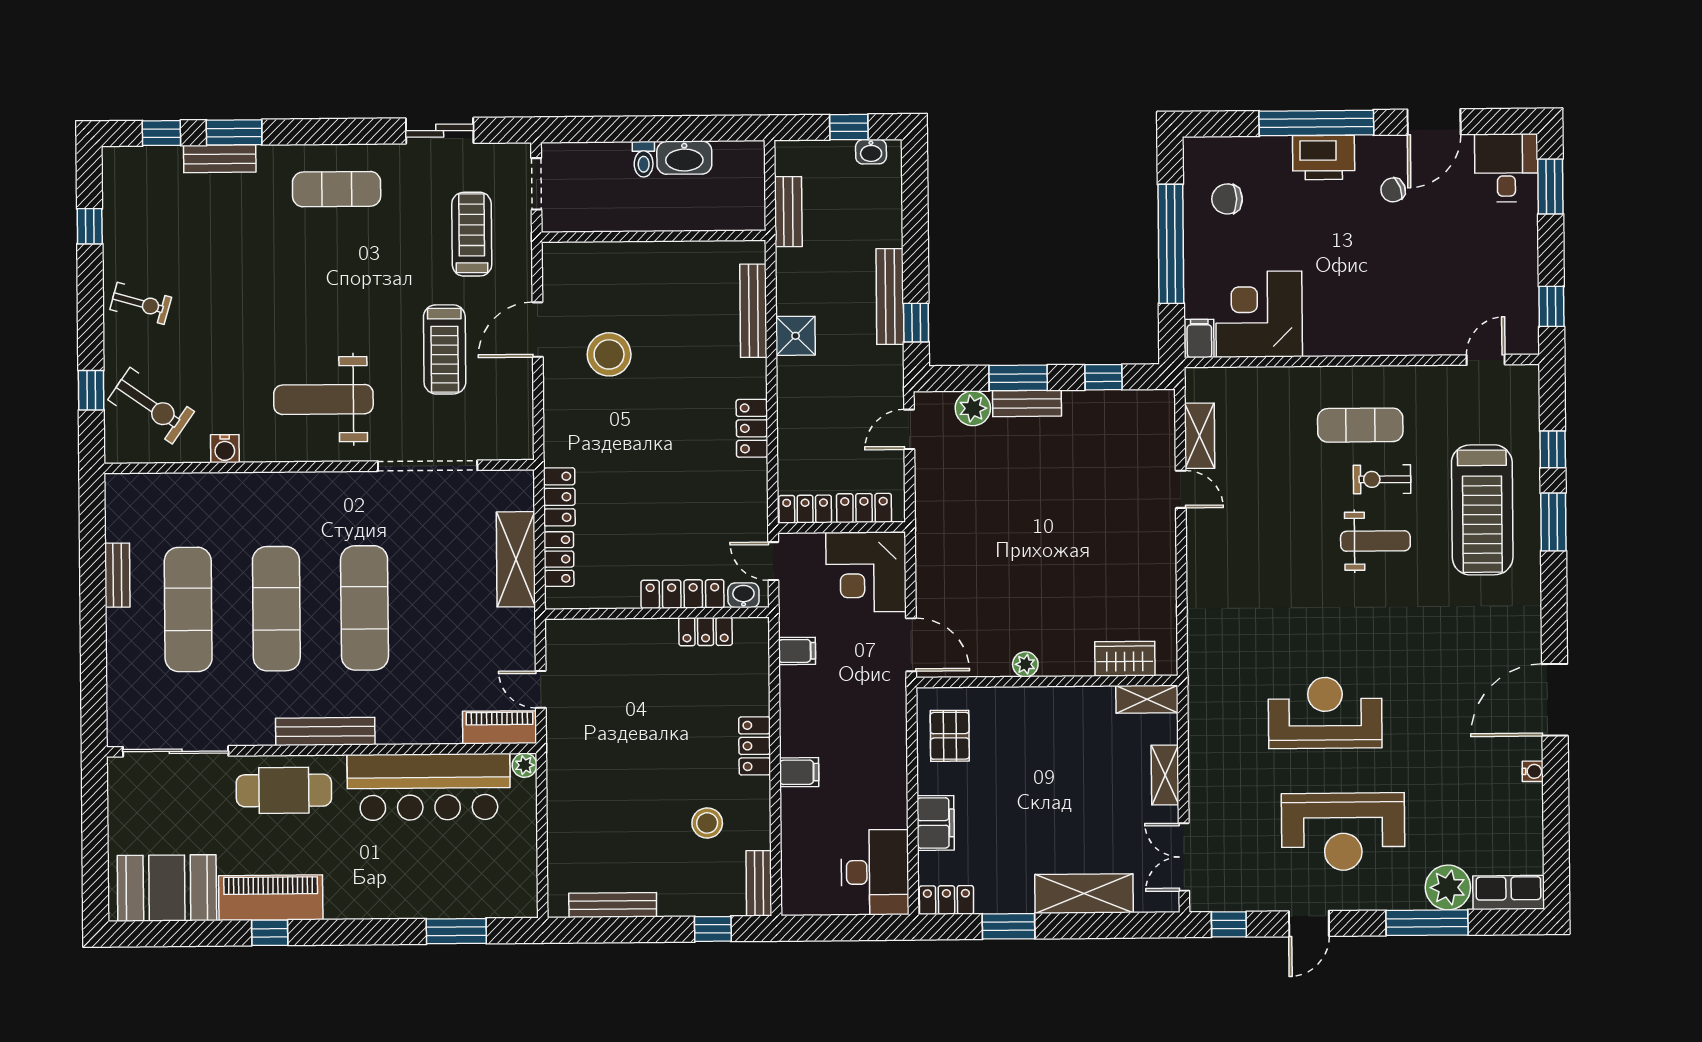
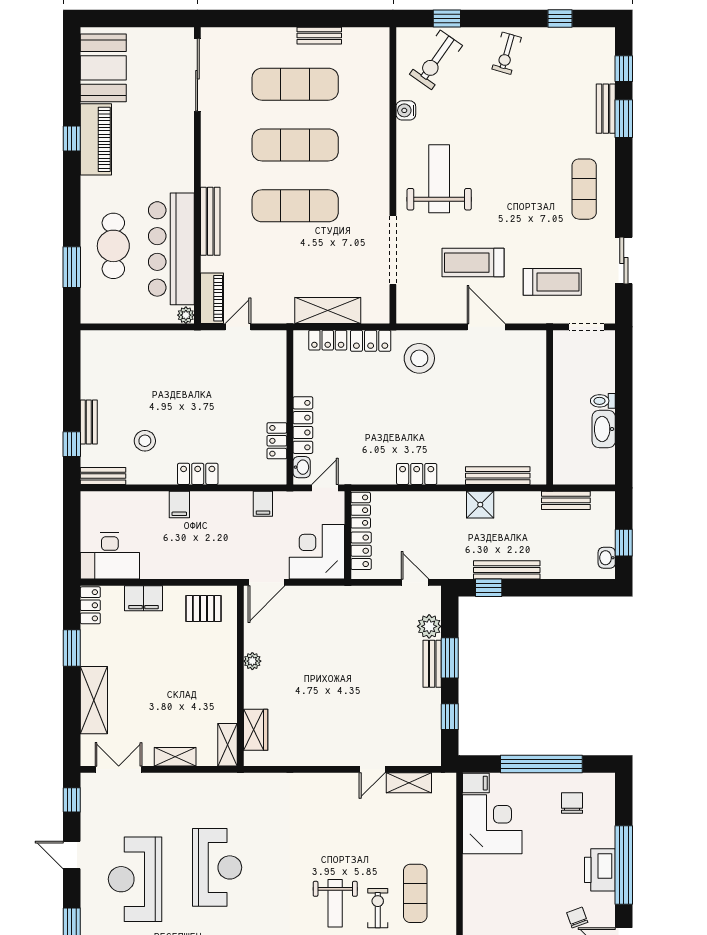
stool: (609, 354) -> (419, 358), moved
bench: (325, 732) -> (210, 221), moved
cafe table: (284, 790) -> (113, 246), moved
bench: (613, 905) -> (89, 422), moved, width x0.73

